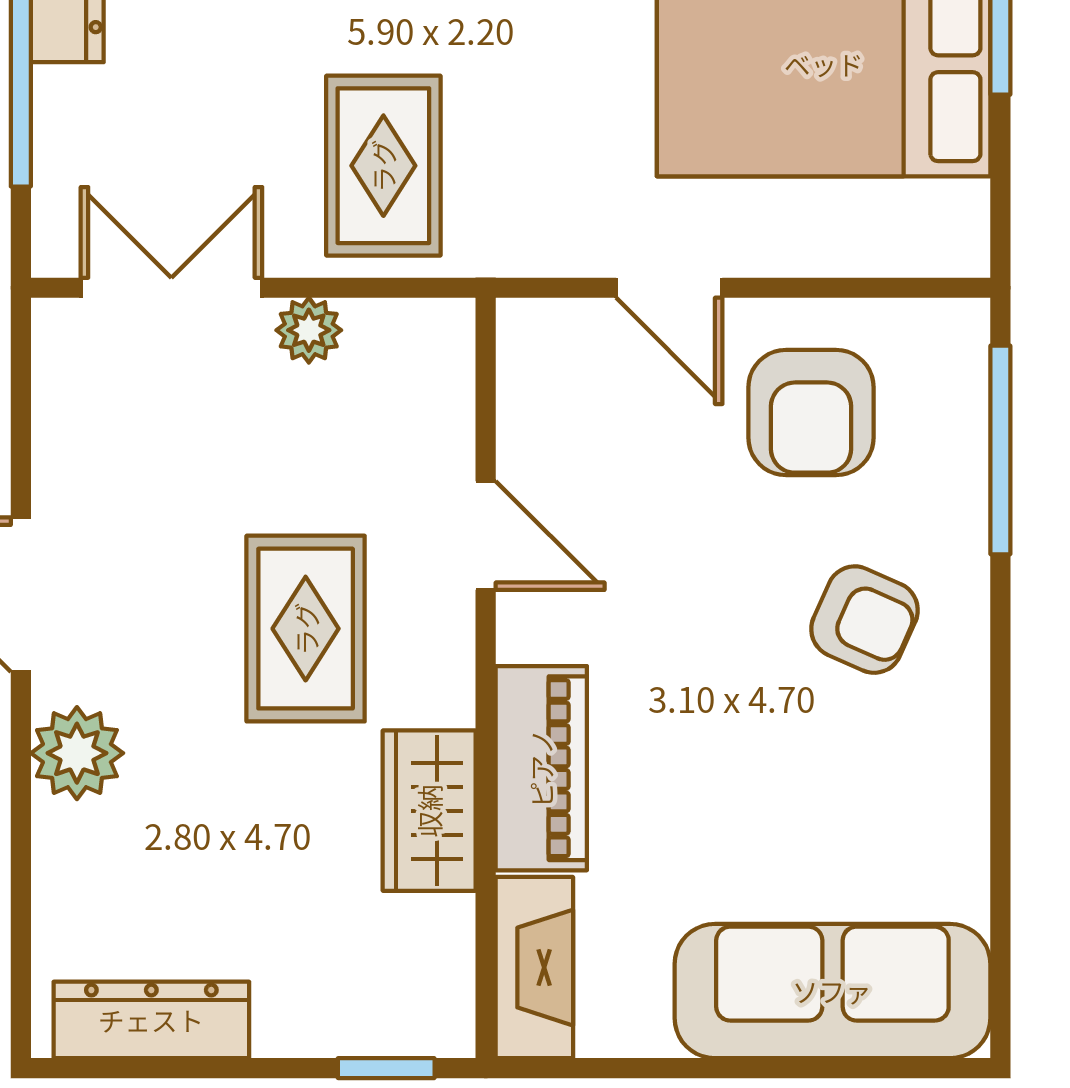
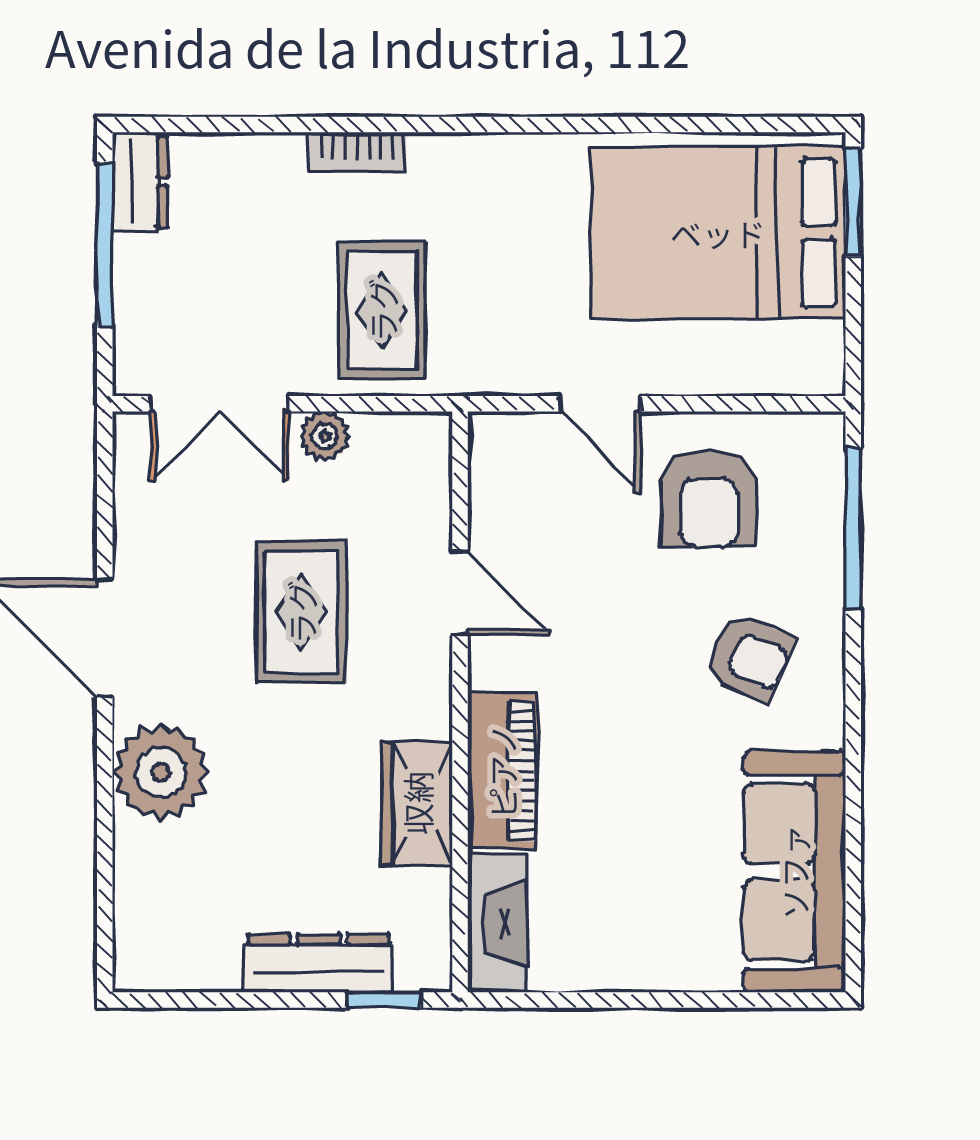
double door: (171, 288) -> (220, 404), swing flipped
rug: (306, 629) -> (301, 612), moved
plant: (77, 753) -> (160, 772), width x1.36, depth x1.36
sofa: (832, 991) -> (794, 872), moved, turned -90
dresser: (151, 1020) -> (319, 963), moved

